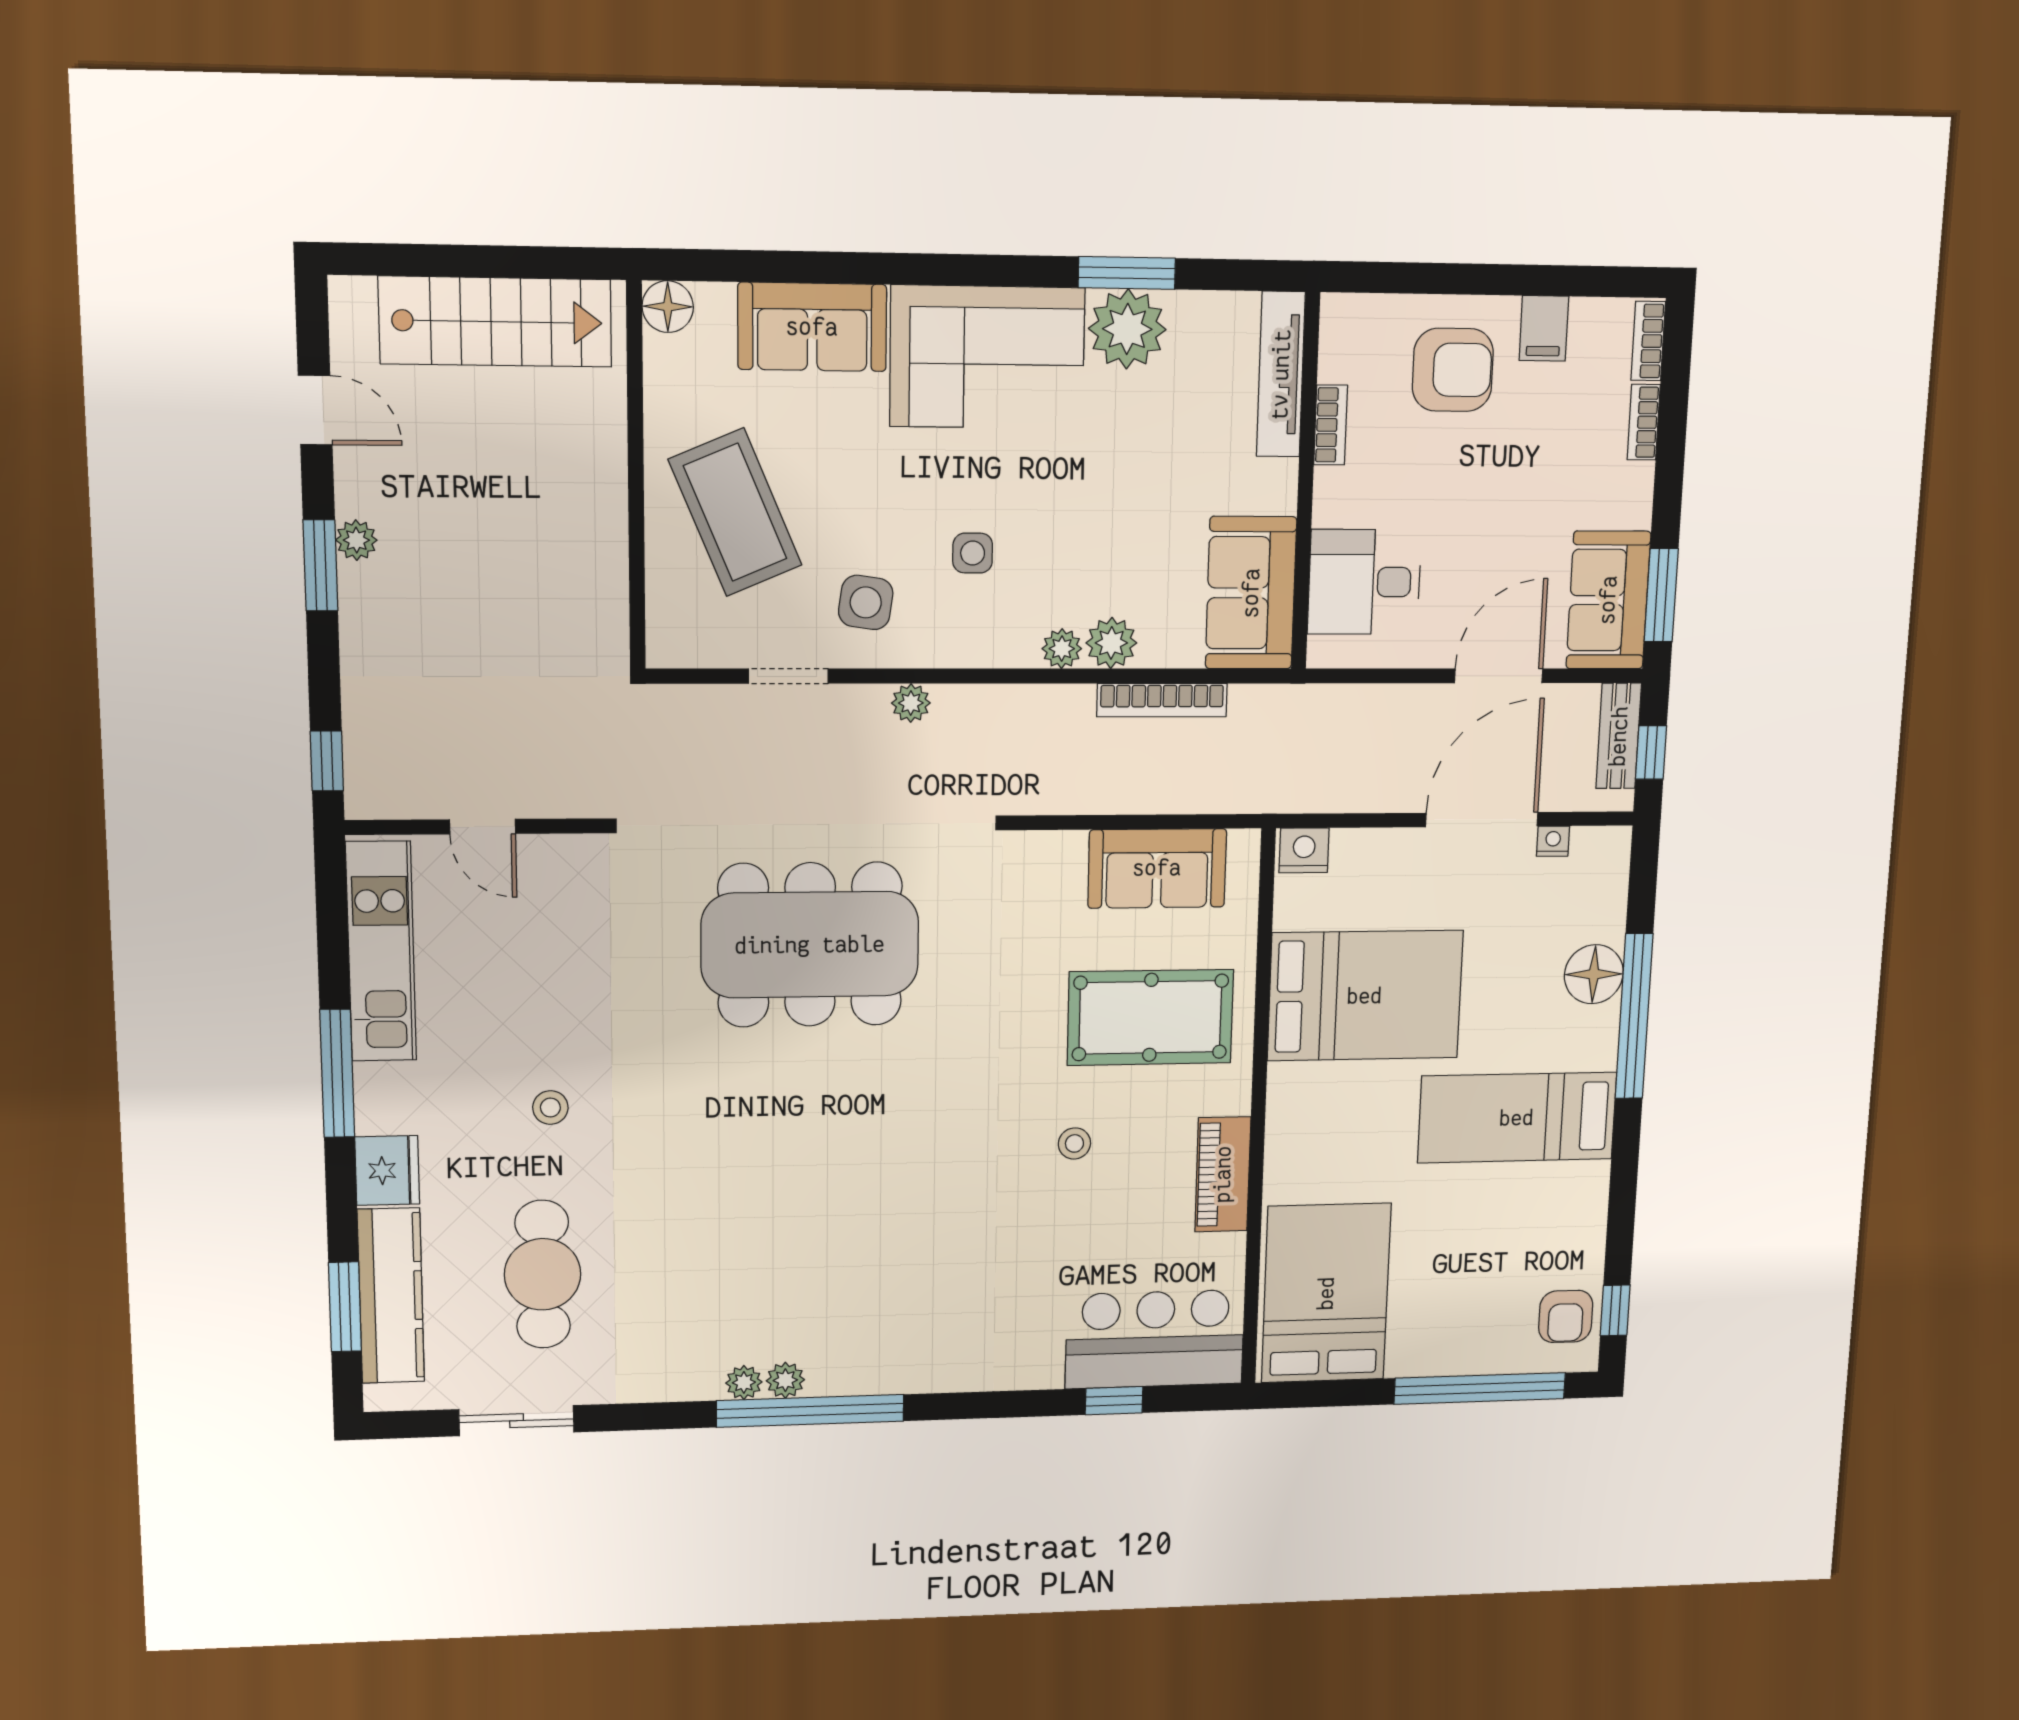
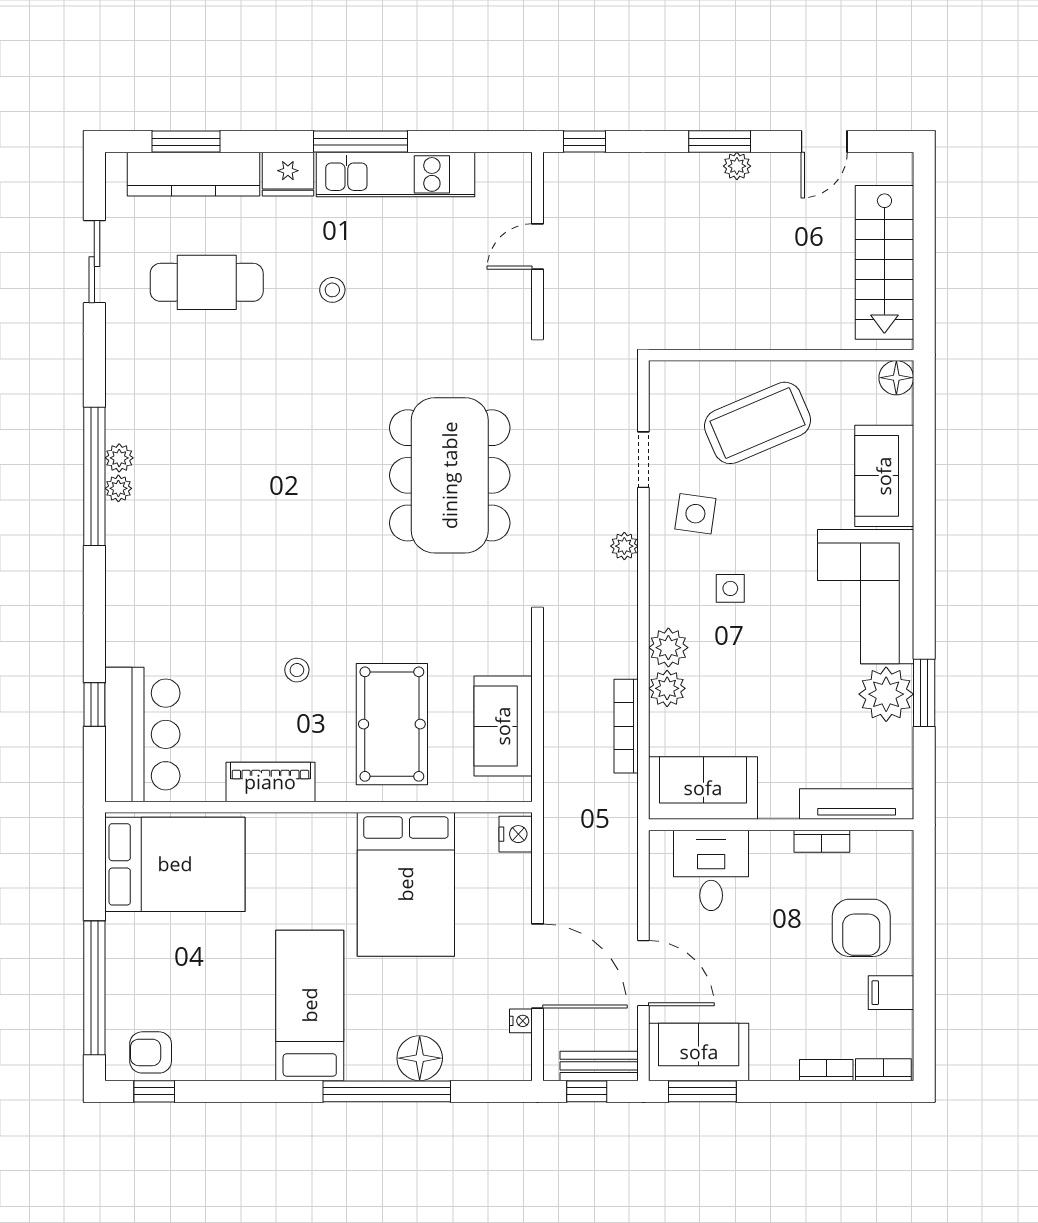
plant: (1062, 649) -> (668, 648), width x1.38, depth x1.38
kitchen unit: (381, 952) -> (395, 174), moved
plant: (744, 1382) -> (118, 488), moved

